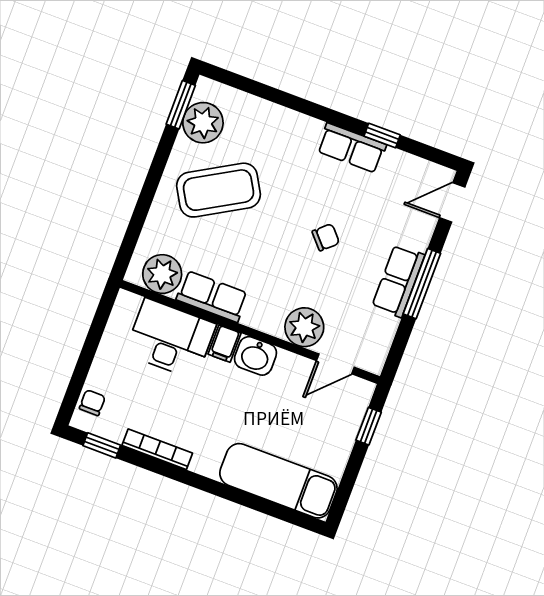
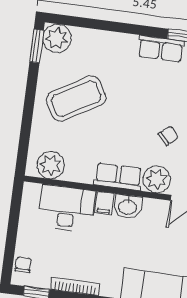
plant: (203, 123) -> (57, 38), moved
chair: (326, 237) -> (168, 136), moved
row of seats: (212, 296) -> (118, 177), moved

